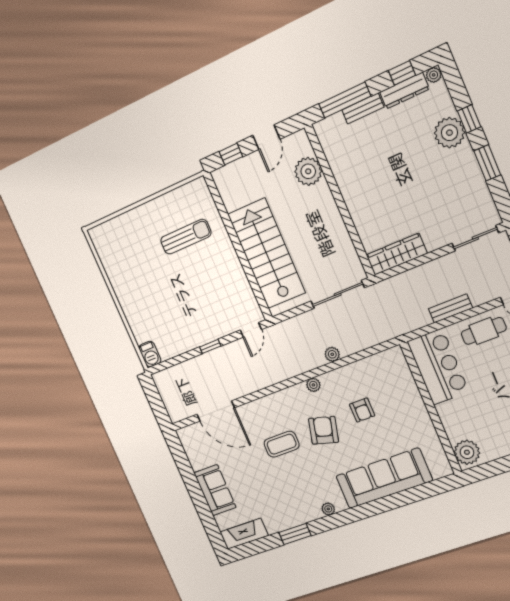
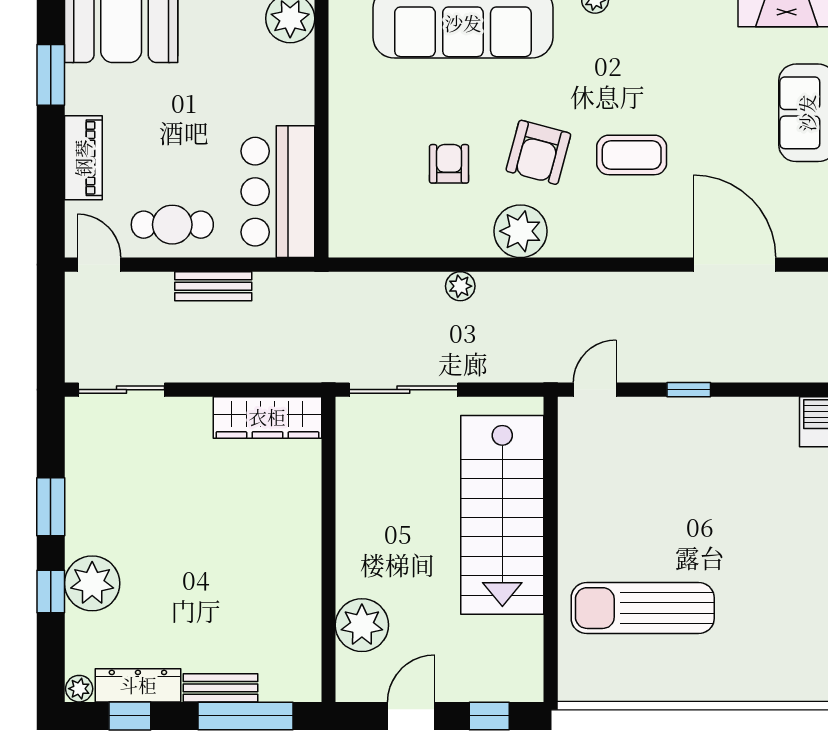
sun lounger: (186, 237) -> (643, 608), width x1.36, depth x1.34
plant: (313, 385) -> (520, 231), width x1.88, depth x1.88

